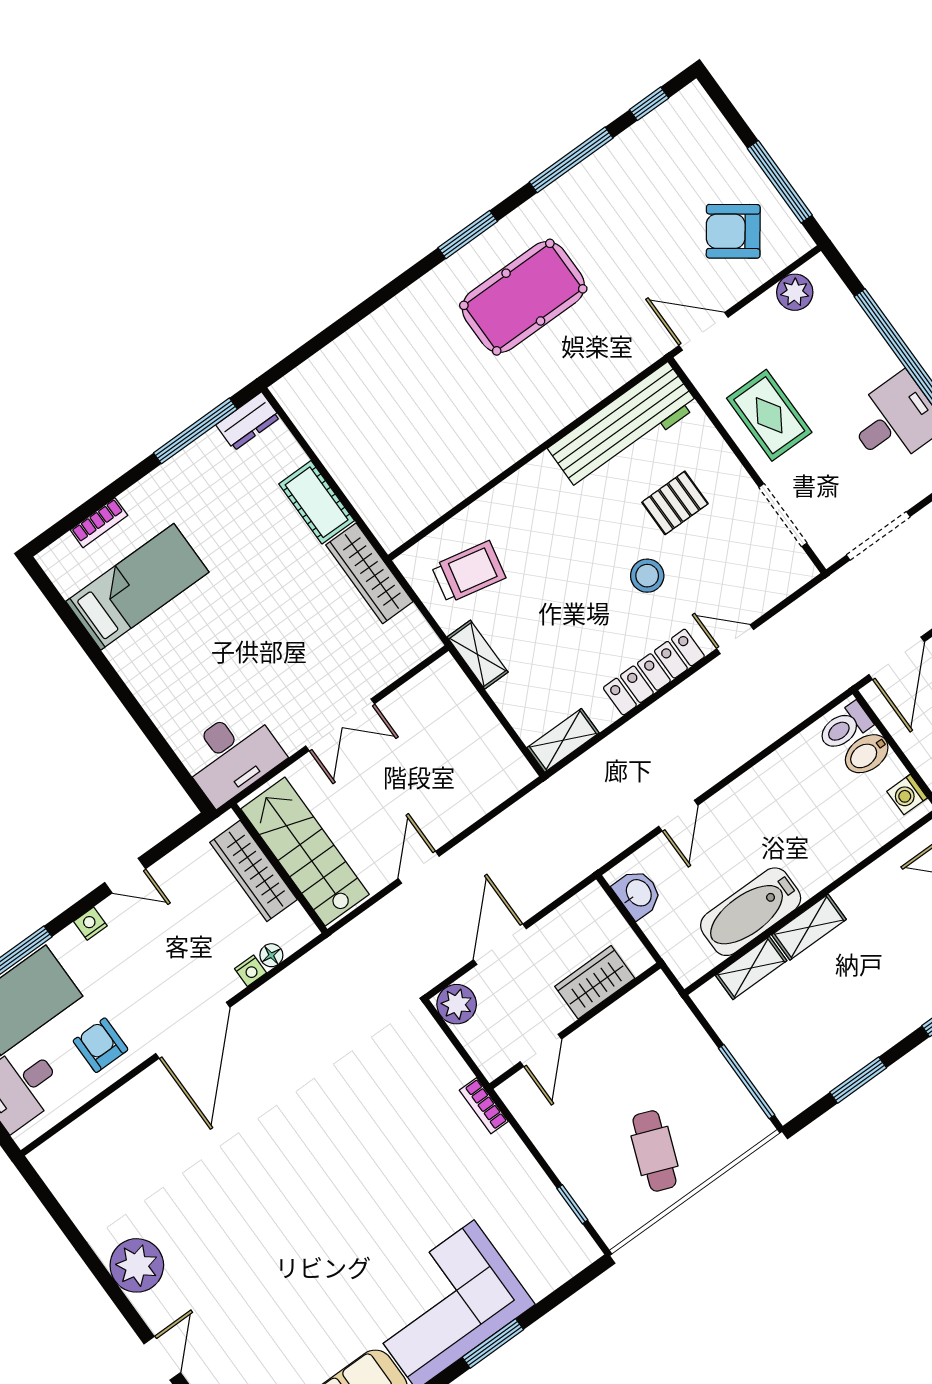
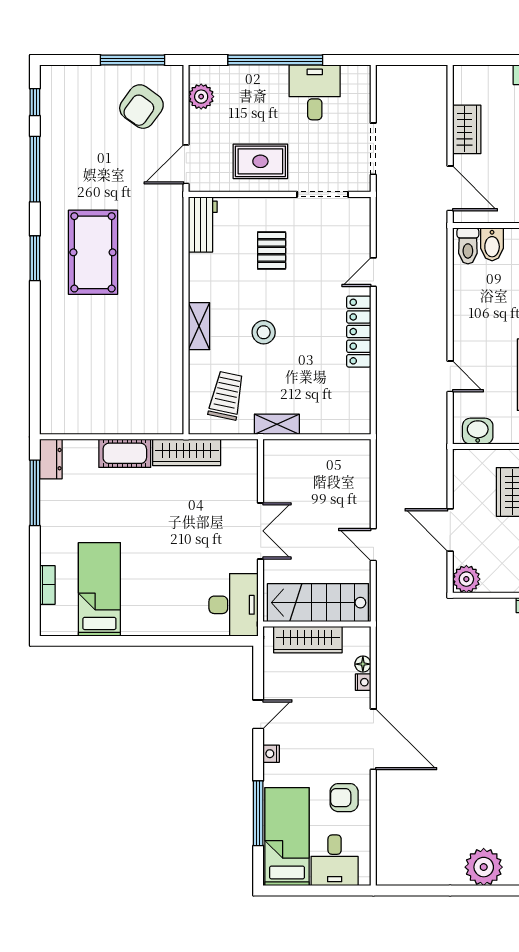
workbench: (623, 427) -> (203, 225), width x0.53, depth x0.76
stool: (647, 576) -> (264, 332), moved
shelving: (563, 740) -> (199, 326), moved

